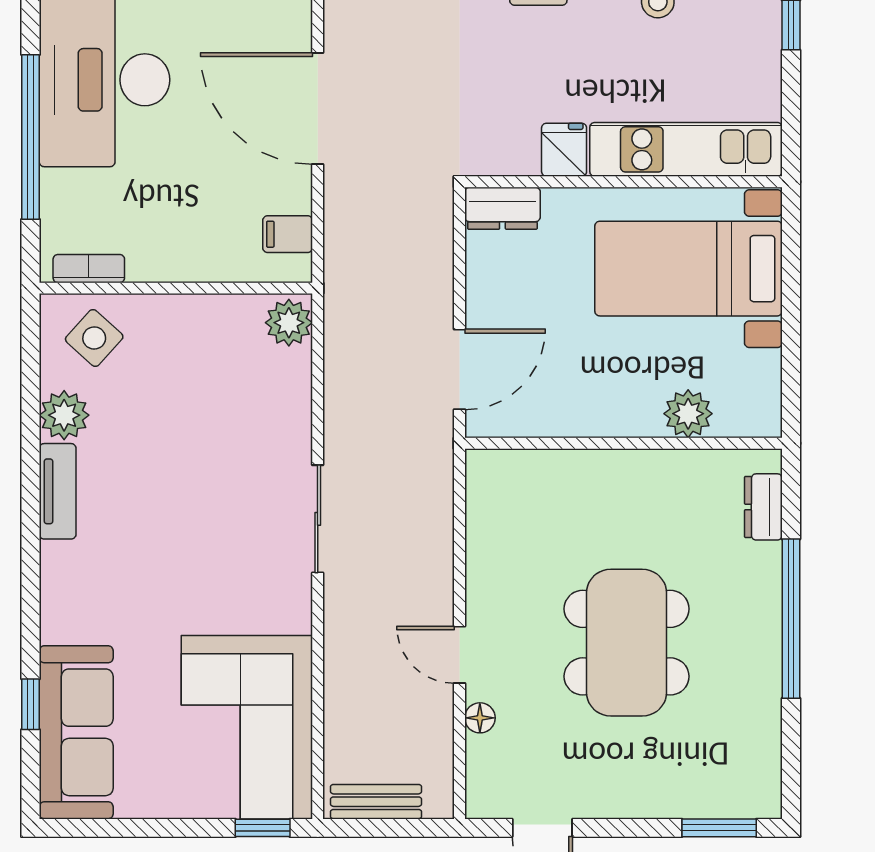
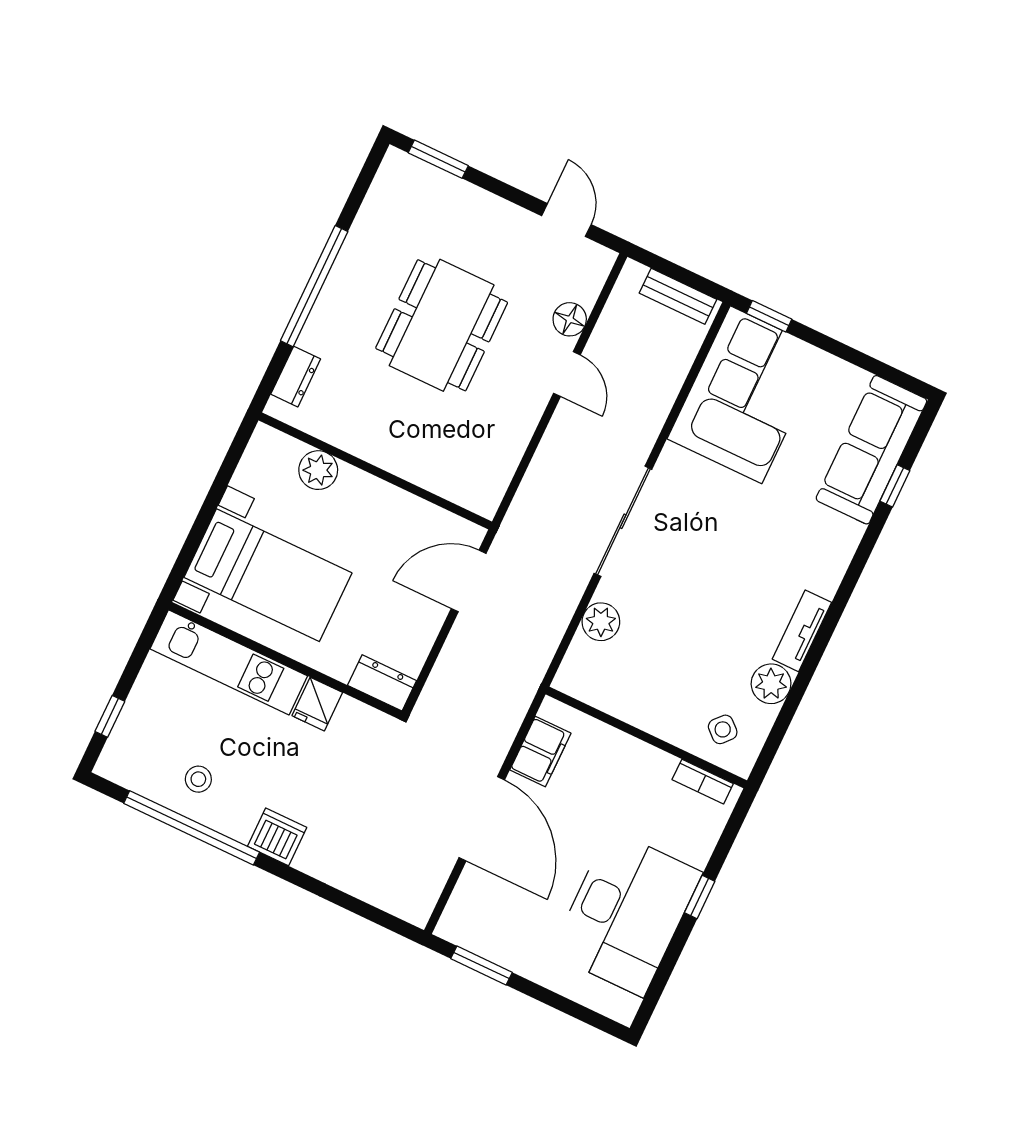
window: (31, 137) -> (700, 897), width x0.32
filing cabinet: (288, 234) -> (540, 752), width x2.00
plant: (289, 323) -> (601, 622), moved
side table: (94, 338) -> (723, 729), width x0.73, depth x0.73
sliding door: (318, 519) -> (623, 521), width x1.37
floor lamp: (480, 718) -> (570, 319), width x1.37, depth x1.37

